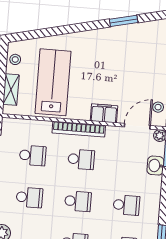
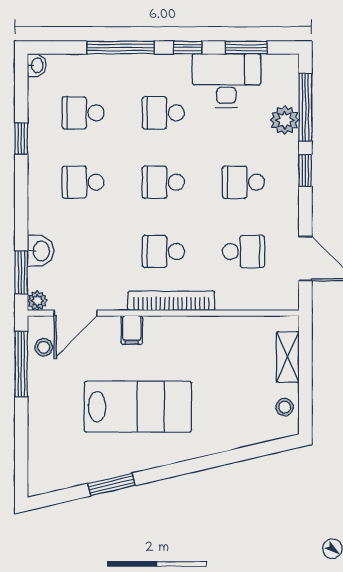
lab bench: (53, 82) -> (138, 407), moved, turned -90
filing cabinet: (104, 113) -> (132, 330), width x0.50
school desk: (33, 155) -> (244, 252), turned 180

